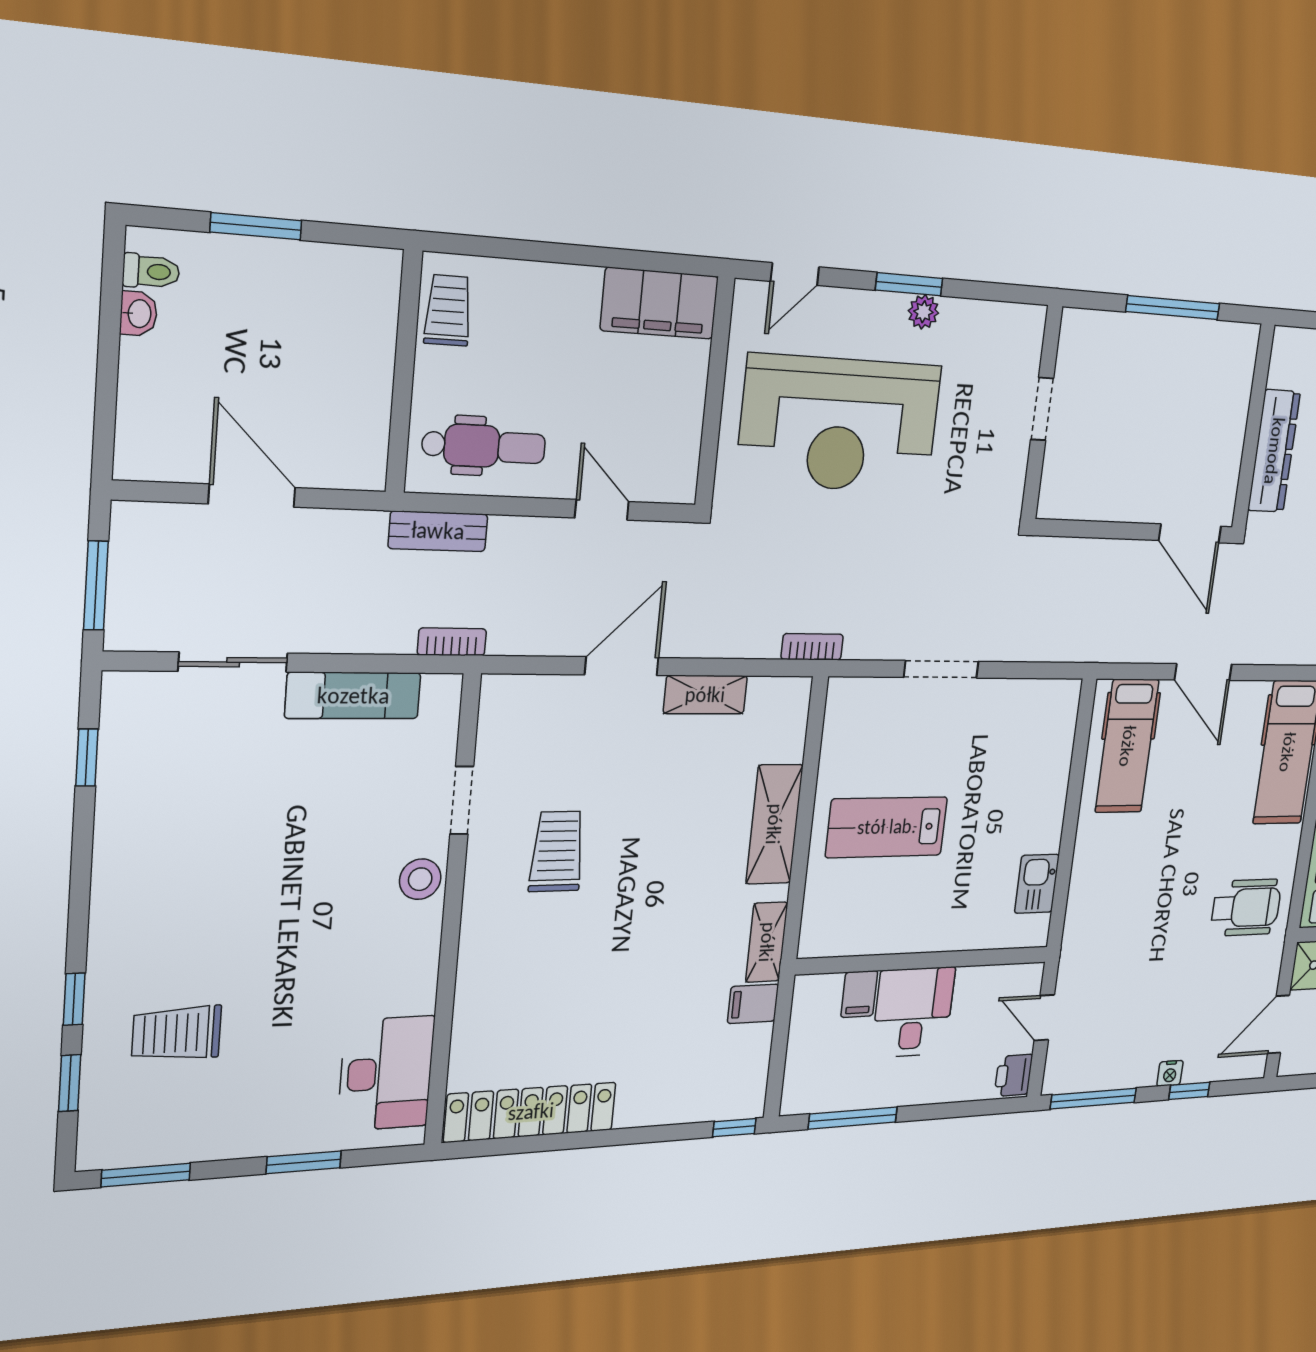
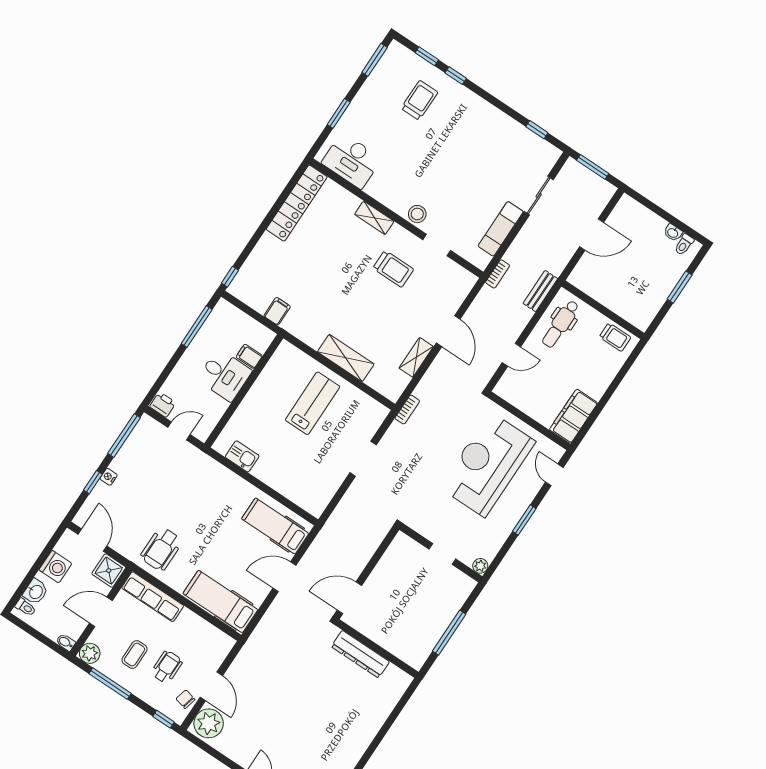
plant: (923, 312) -> (480, 566), moved
shelving: (767, 942) -> (374, 218), moved

